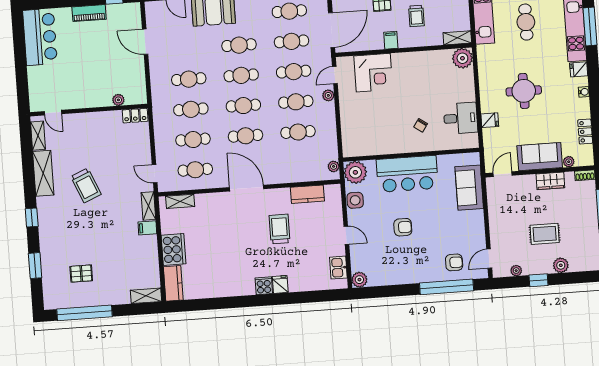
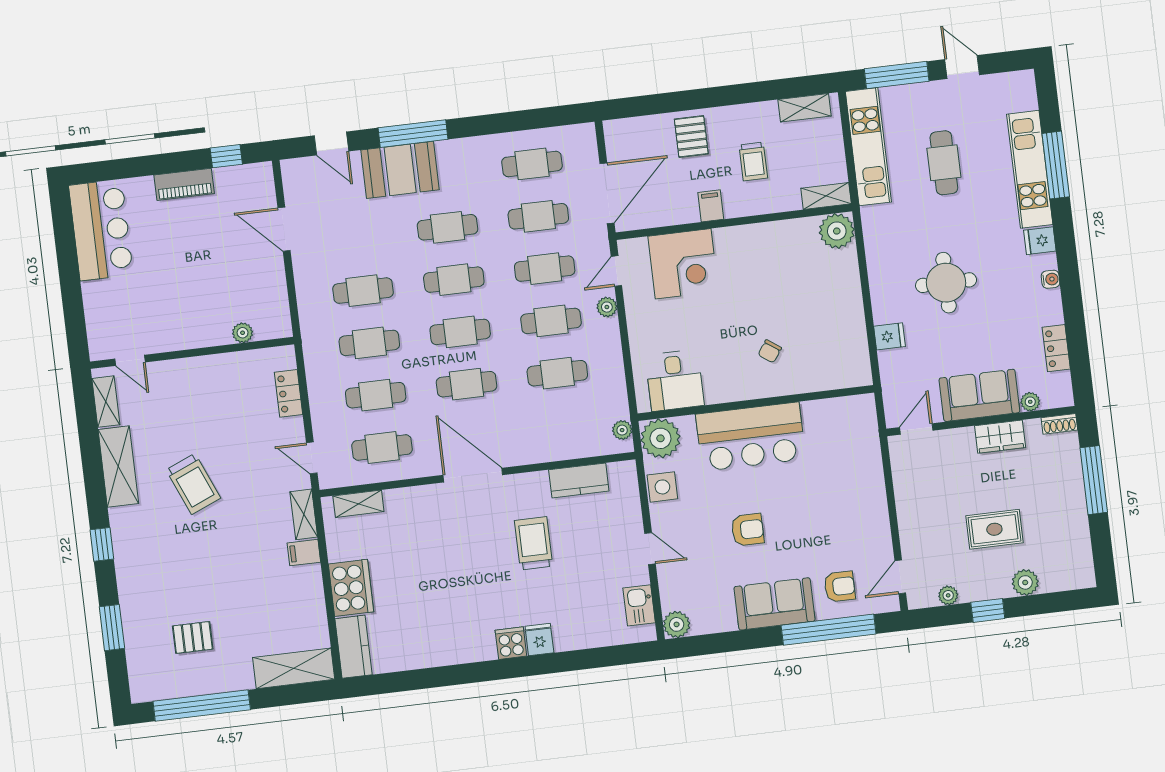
locker: (135, 116) -> (289, 393), moved, turned 90
desk: (461, 118) -> (675, 380), moved, turned 90
sofa: (469, 188) -> (774, 604), moved, turned 90
shelving: (146, 296) -> (294, 668), width x1.50, depth x1.33

